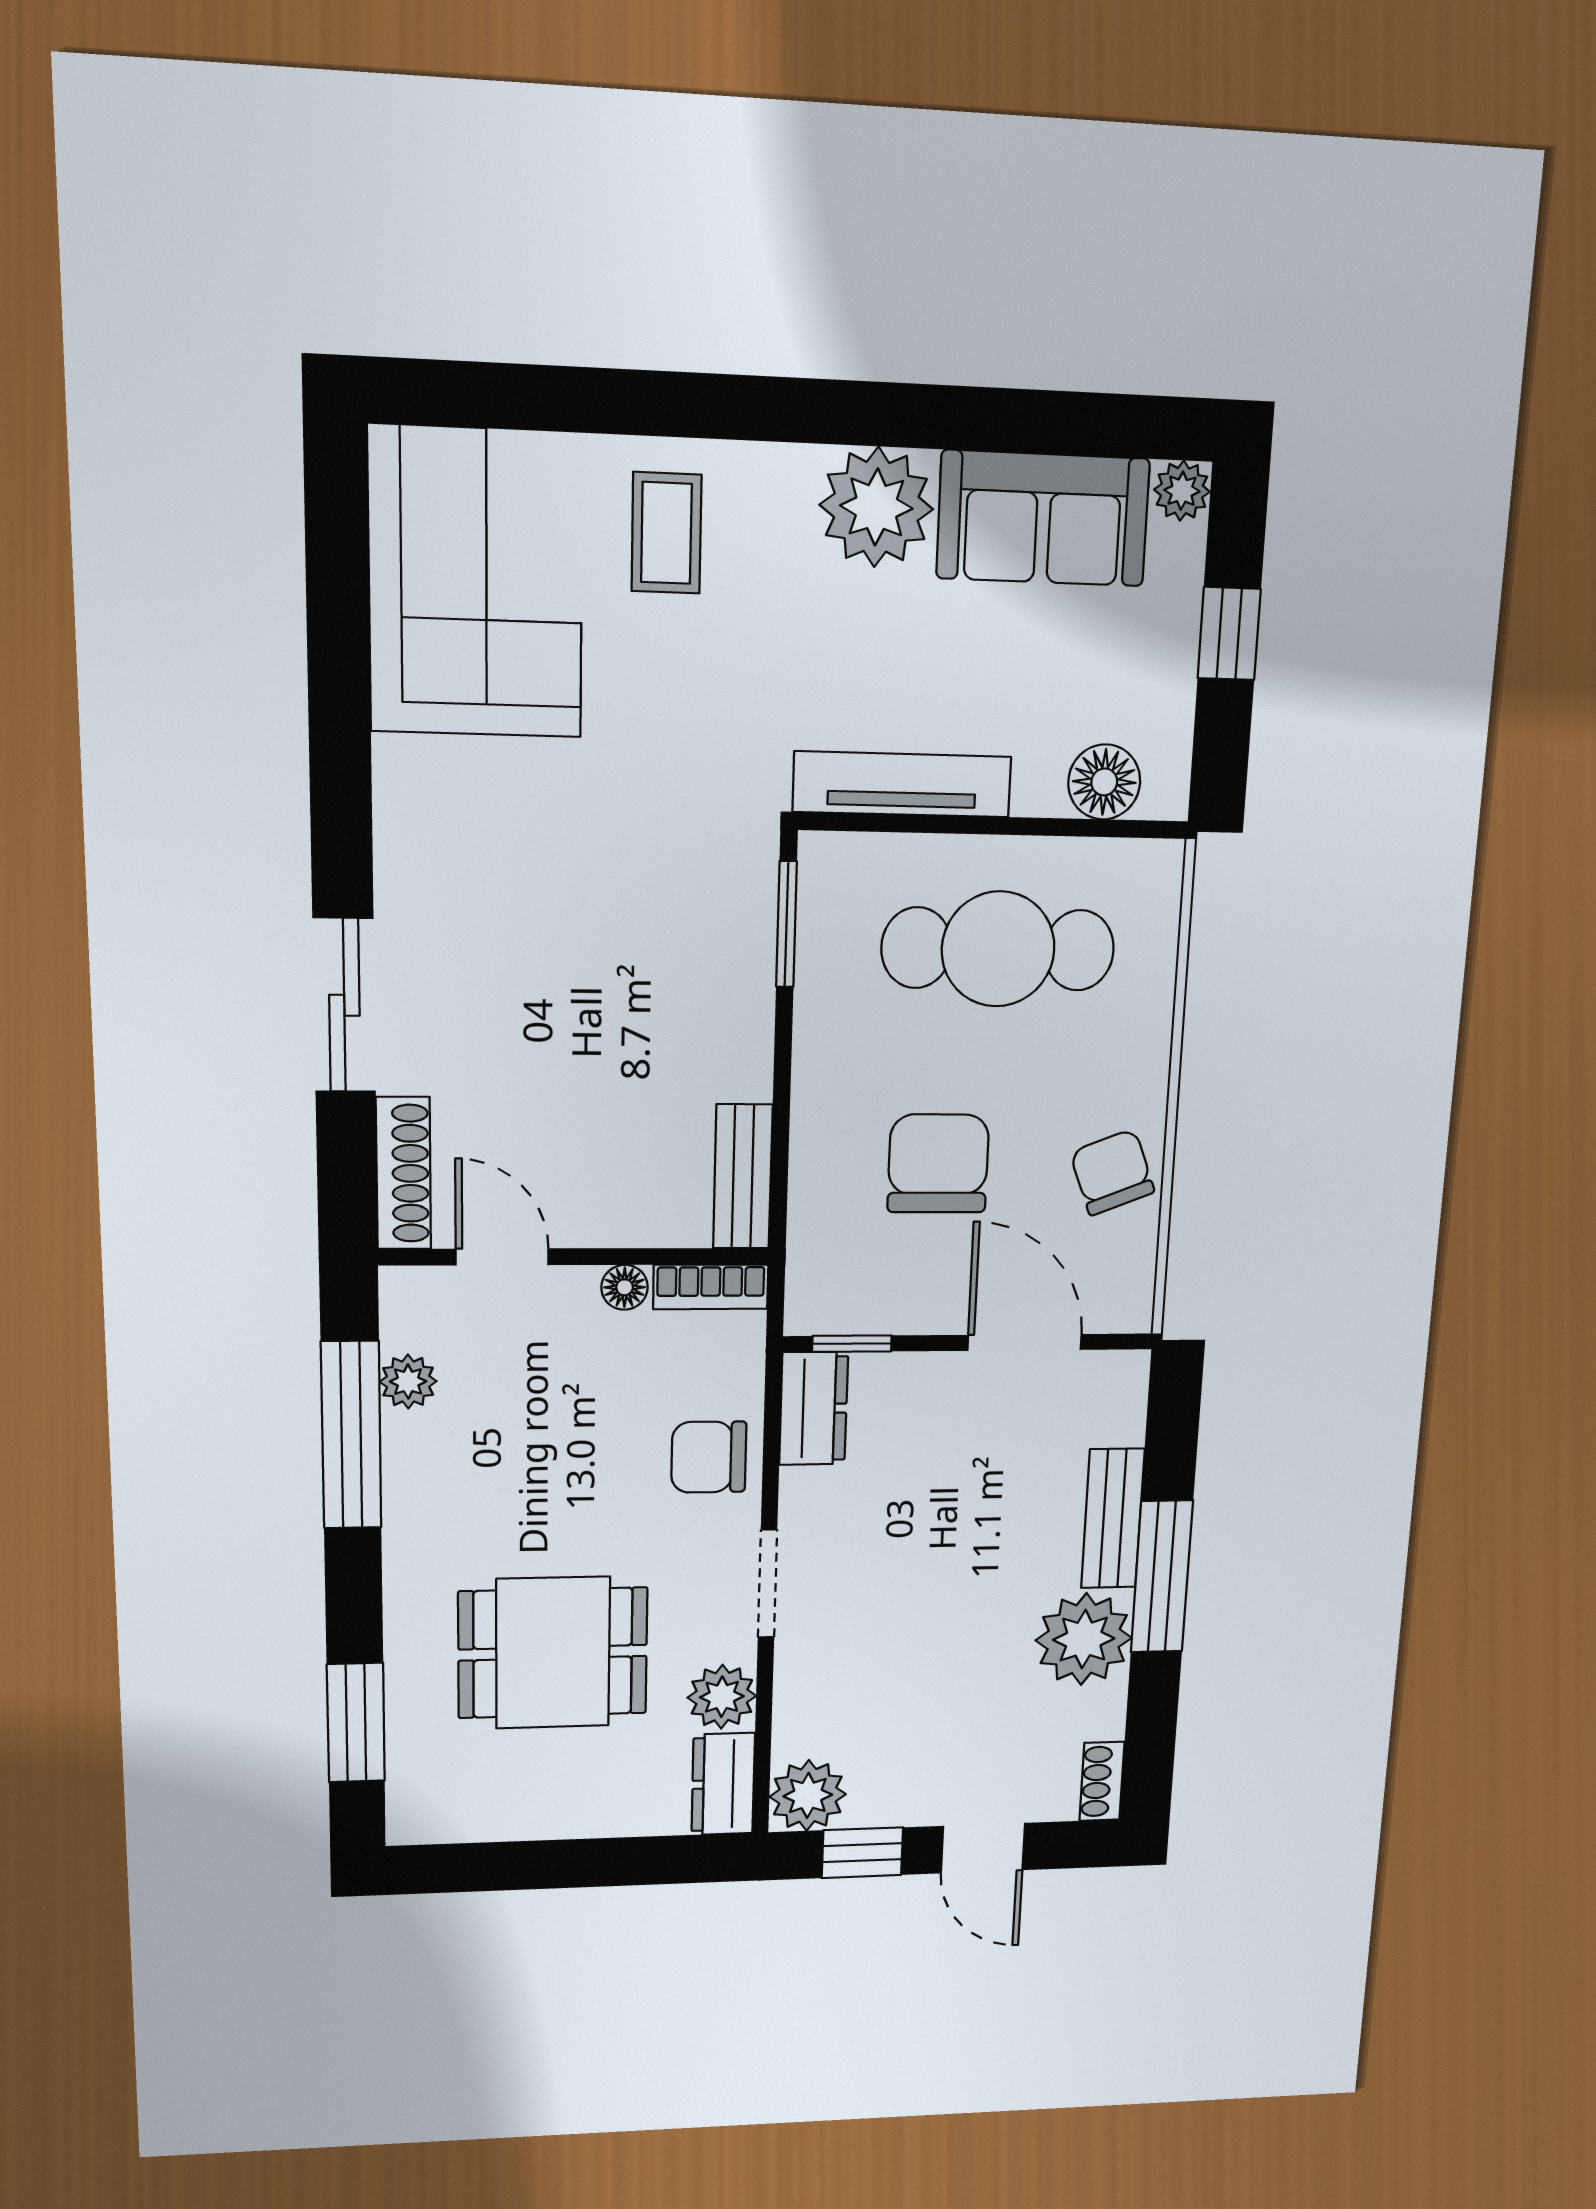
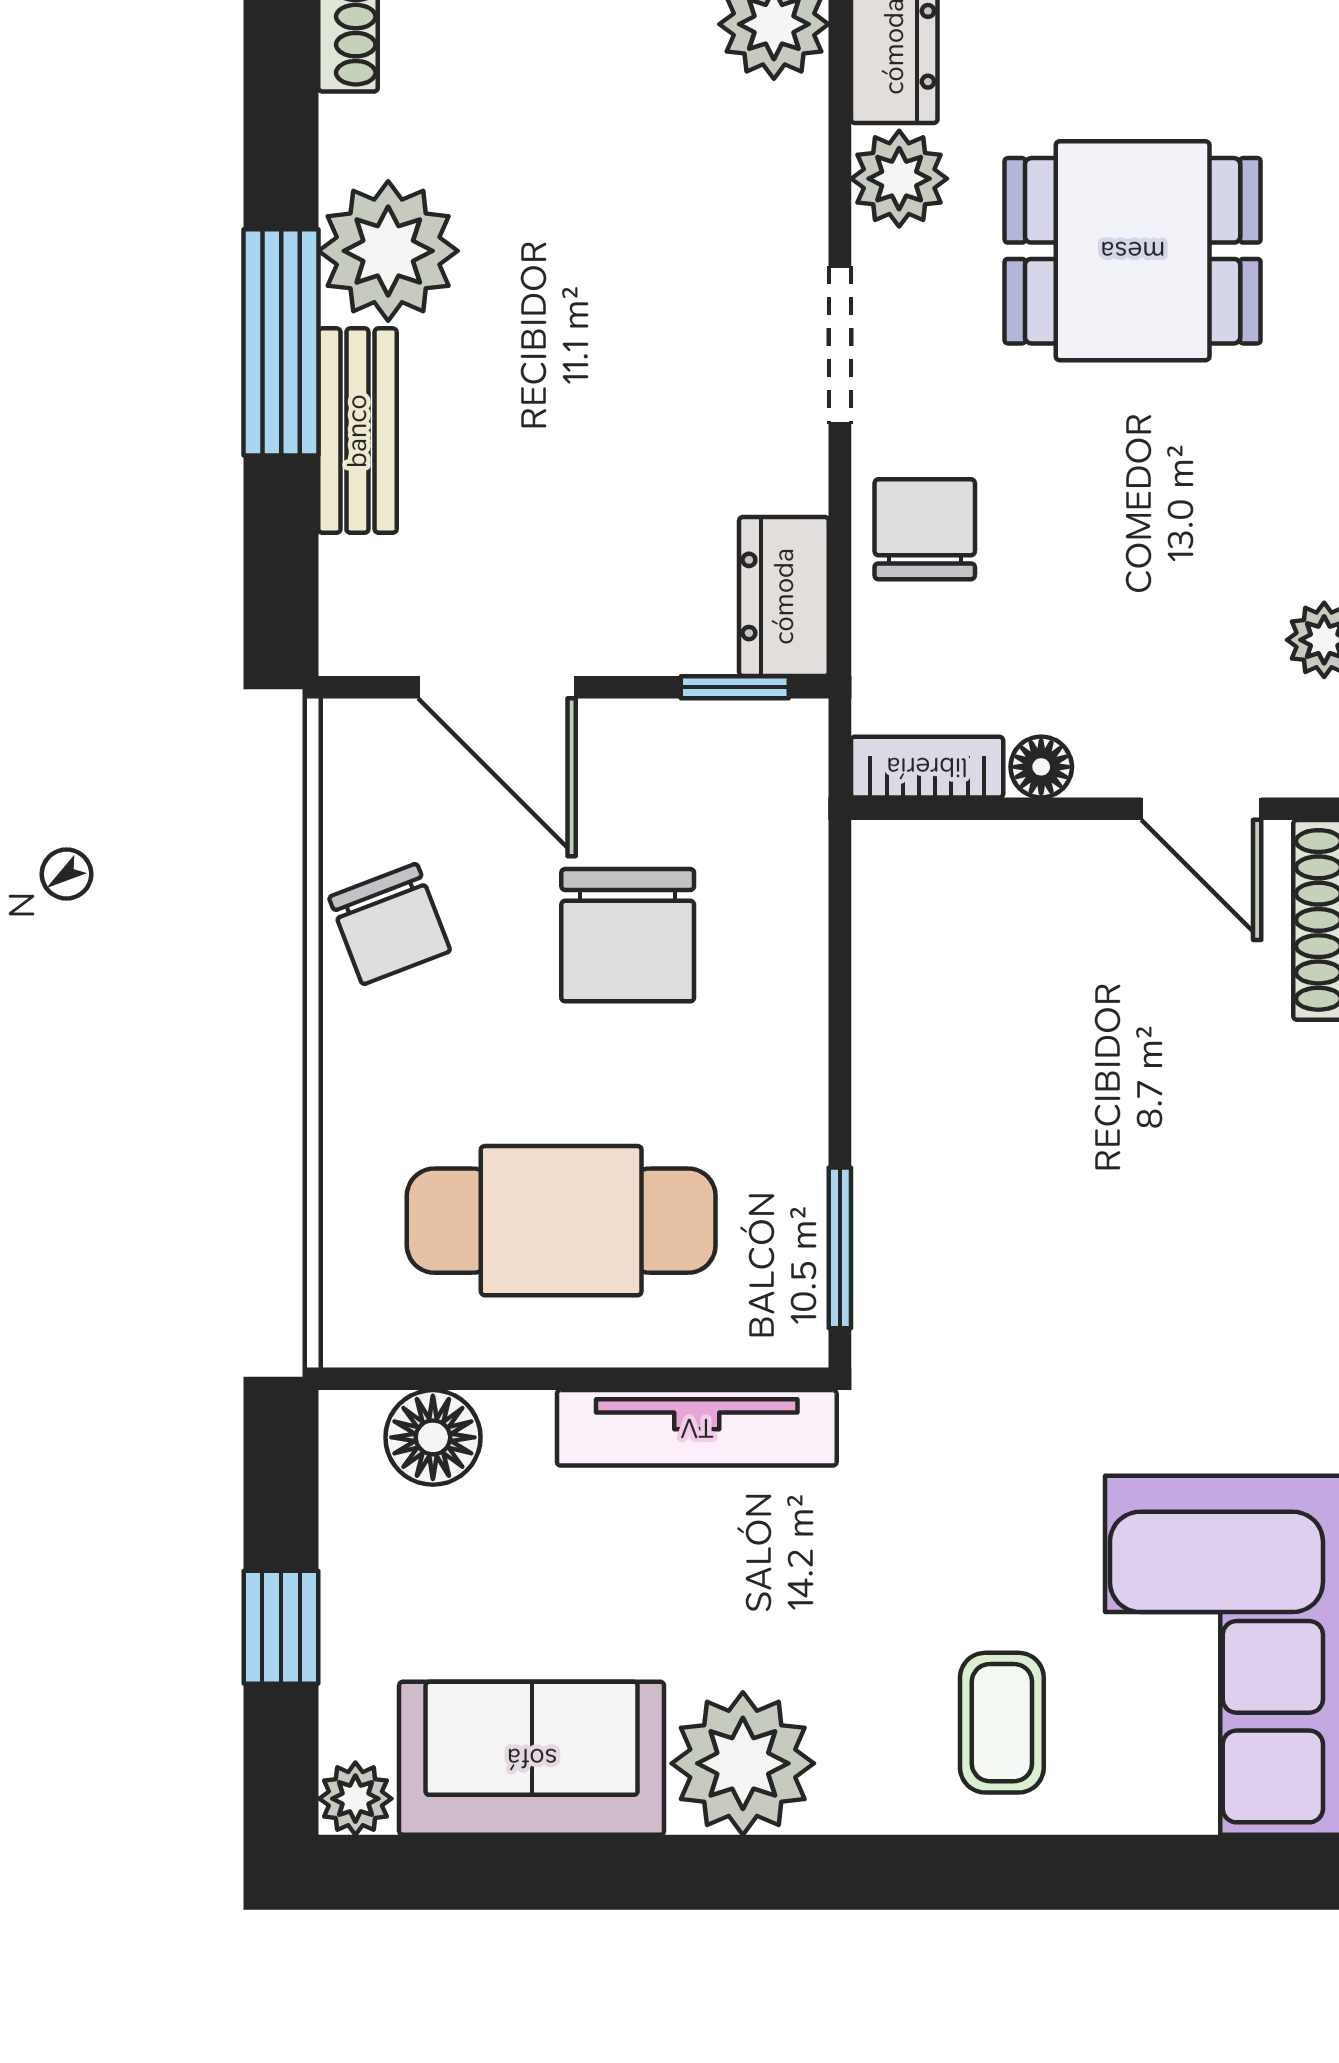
bench: (743, 1177) -> (888, 917), removed
chair: (709, 1457) -> (925, 529), turned -90

